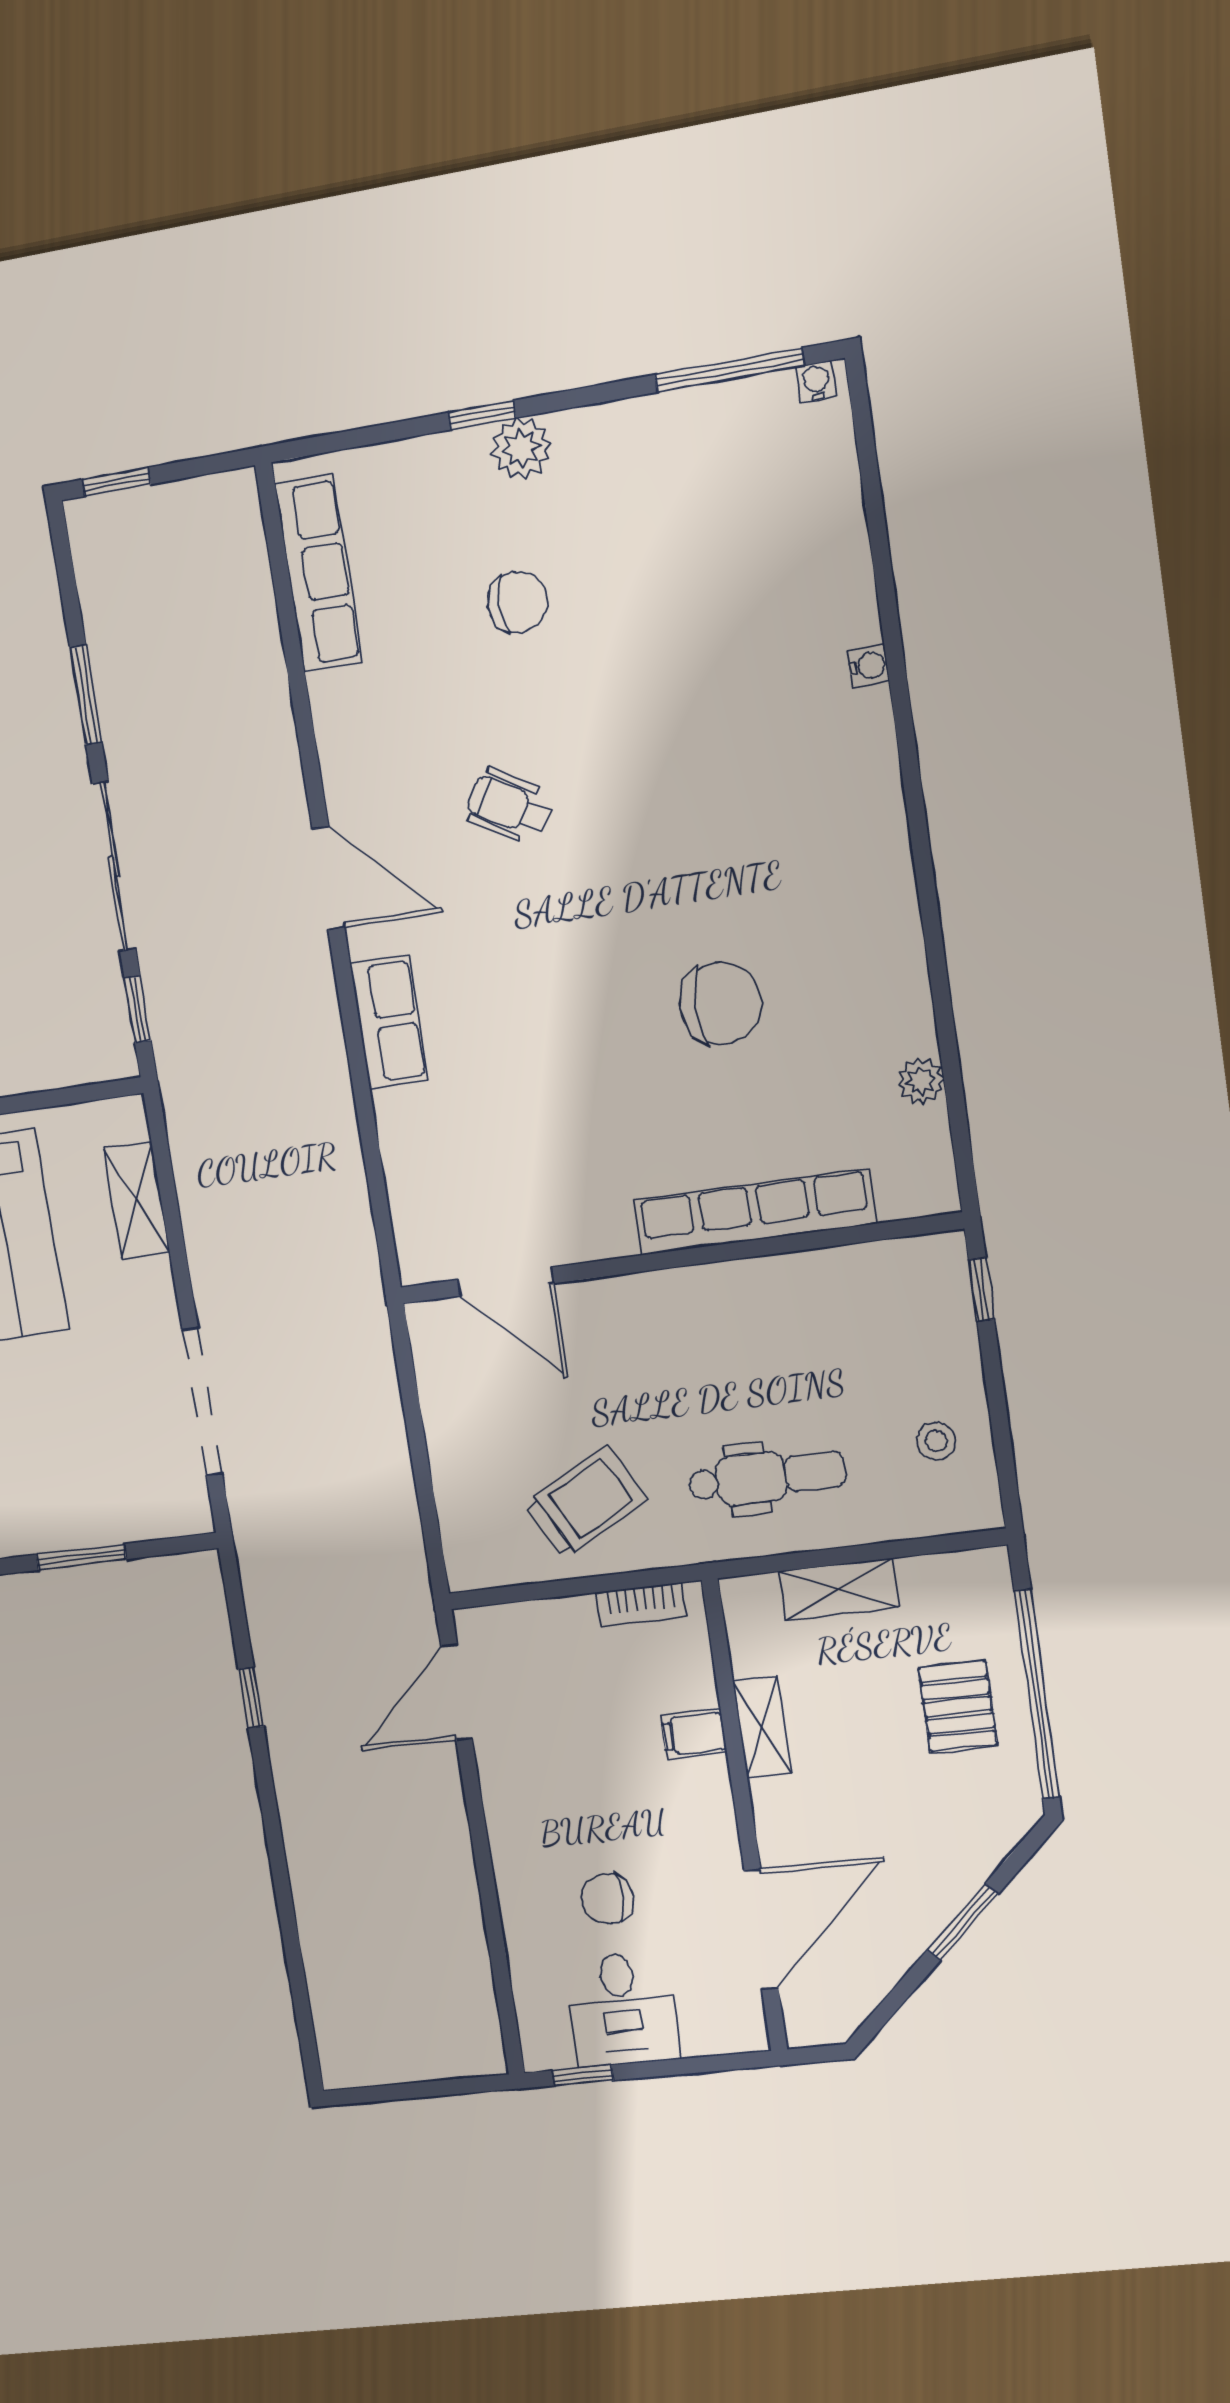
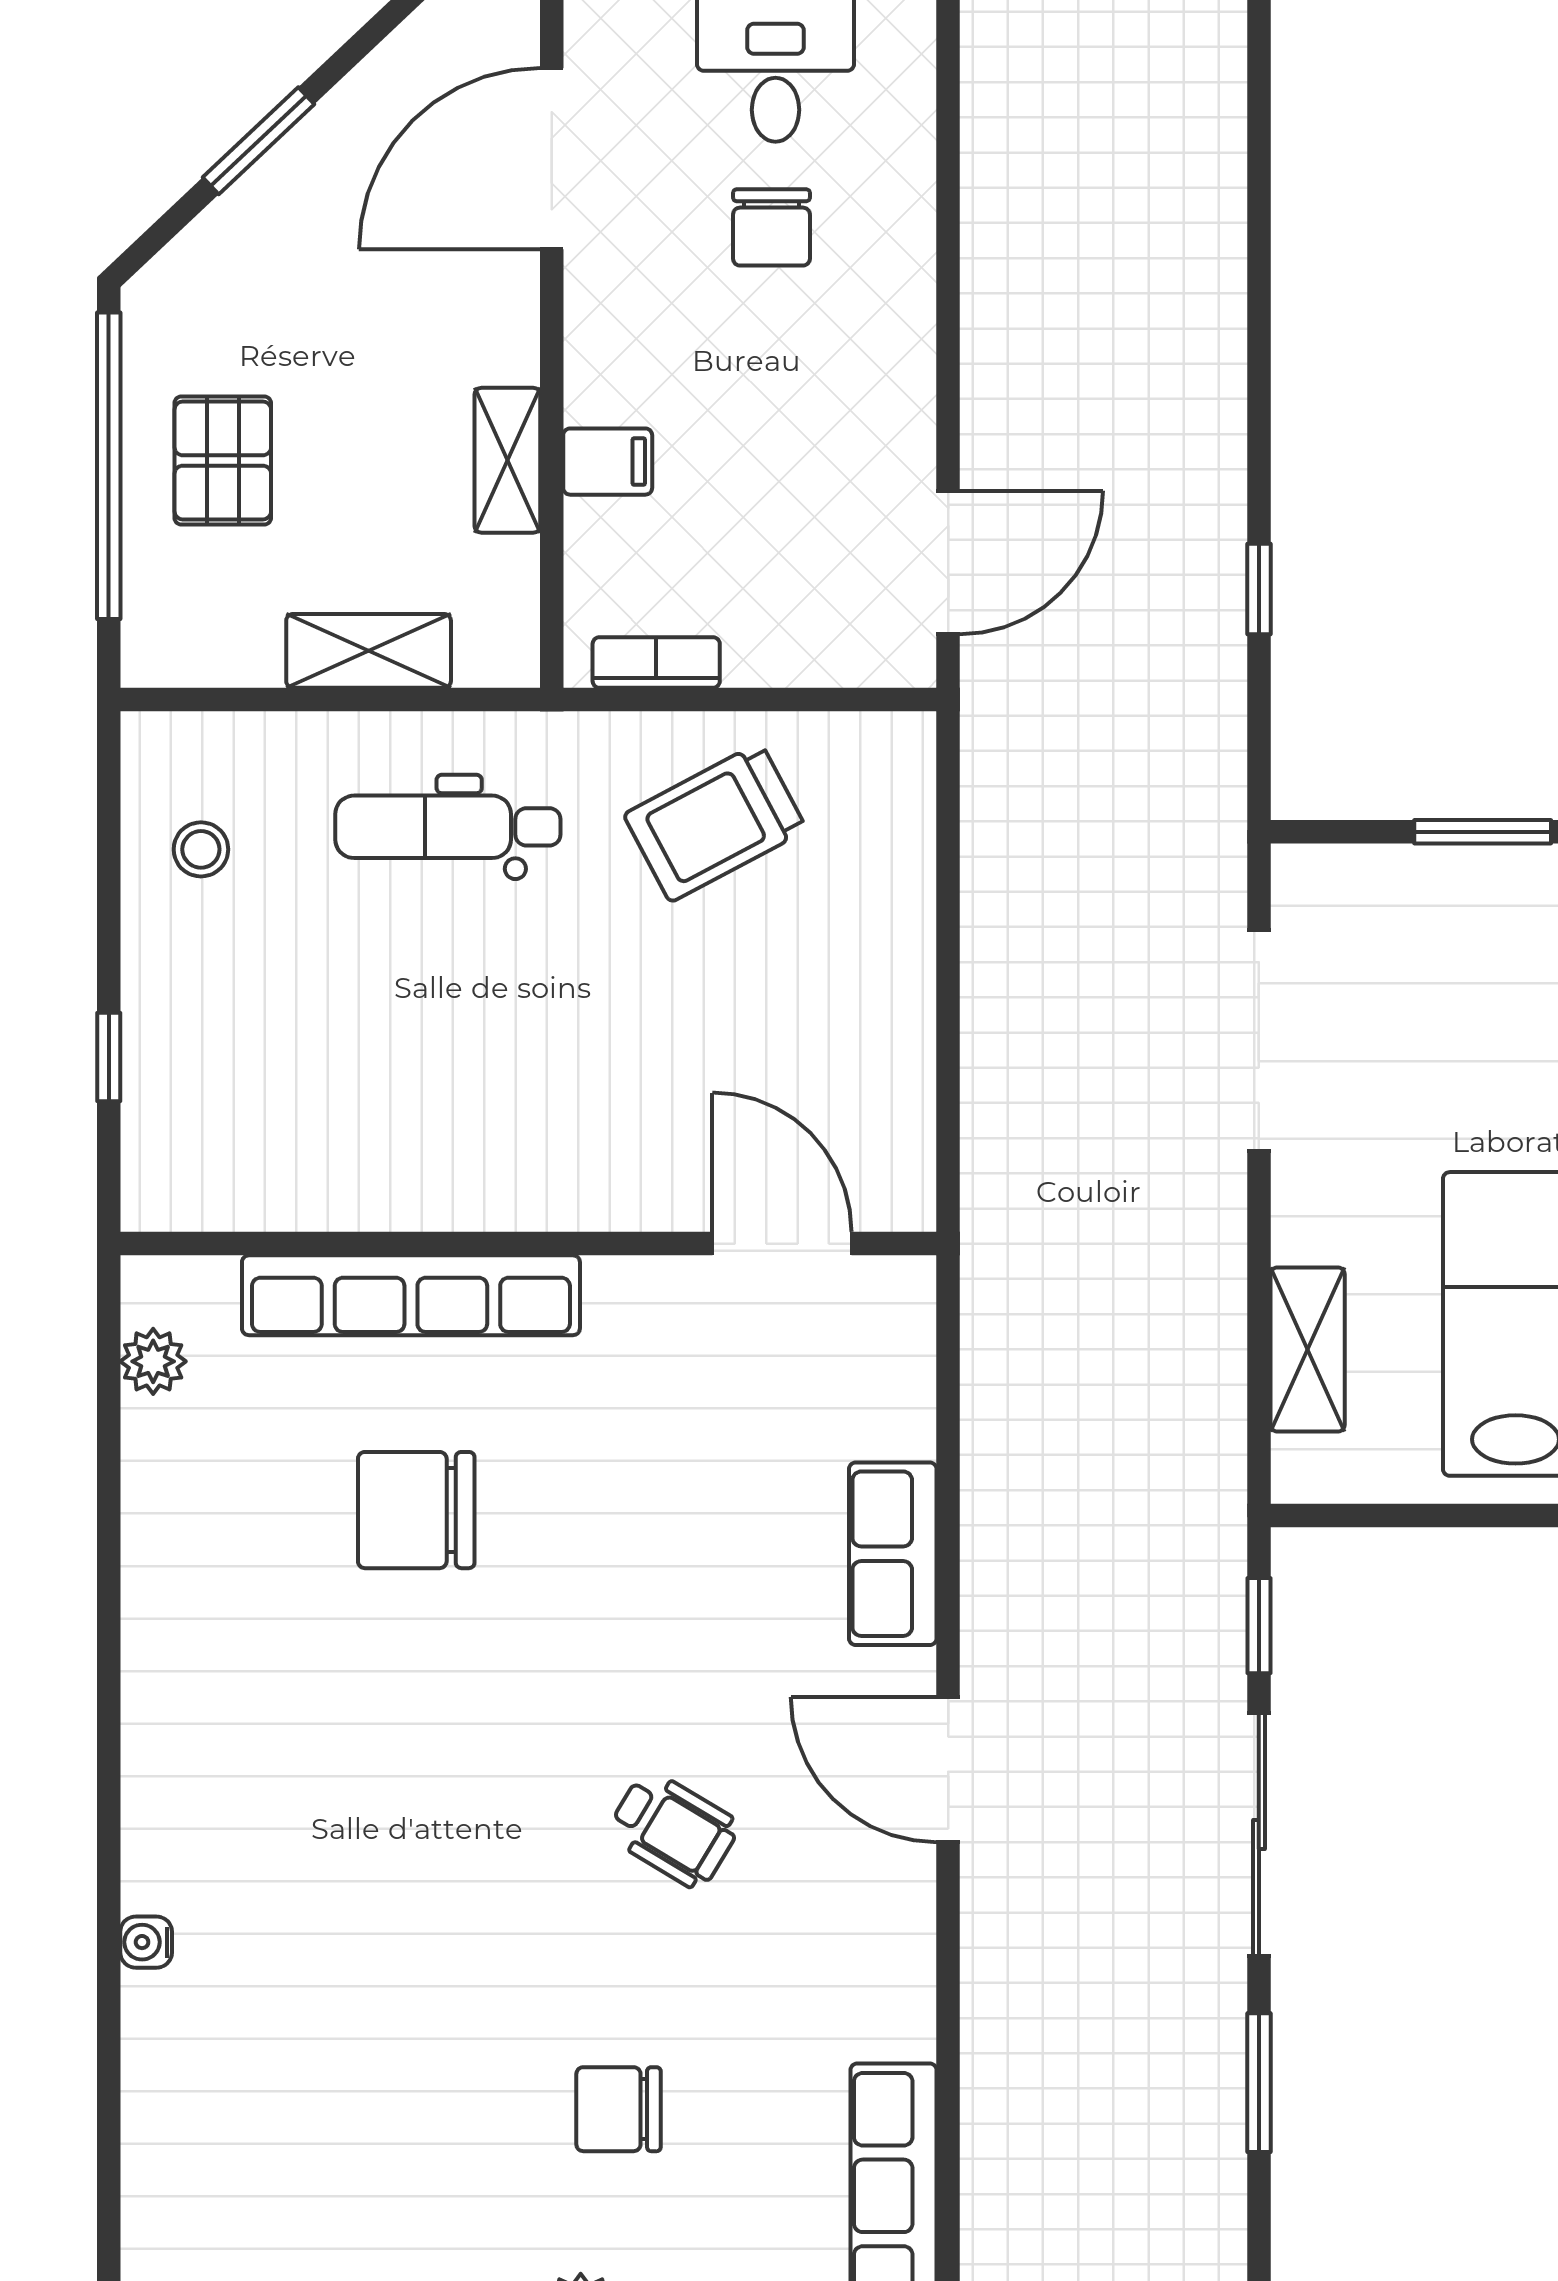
row of seats: (754, 1212) -> (411, 1295), moved
wall: (678, 1258) -> (528, 1244), moved
door: (506, 1282) -> (782, 1244), moved
chair: (607, 1899) -> (771, 227), turned 90

